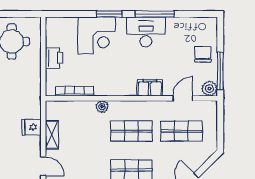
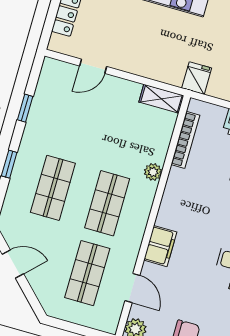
fridge: (32, 127) -> (197, 78), moved
shelving: (52, 135) -> (161, 99), moved

